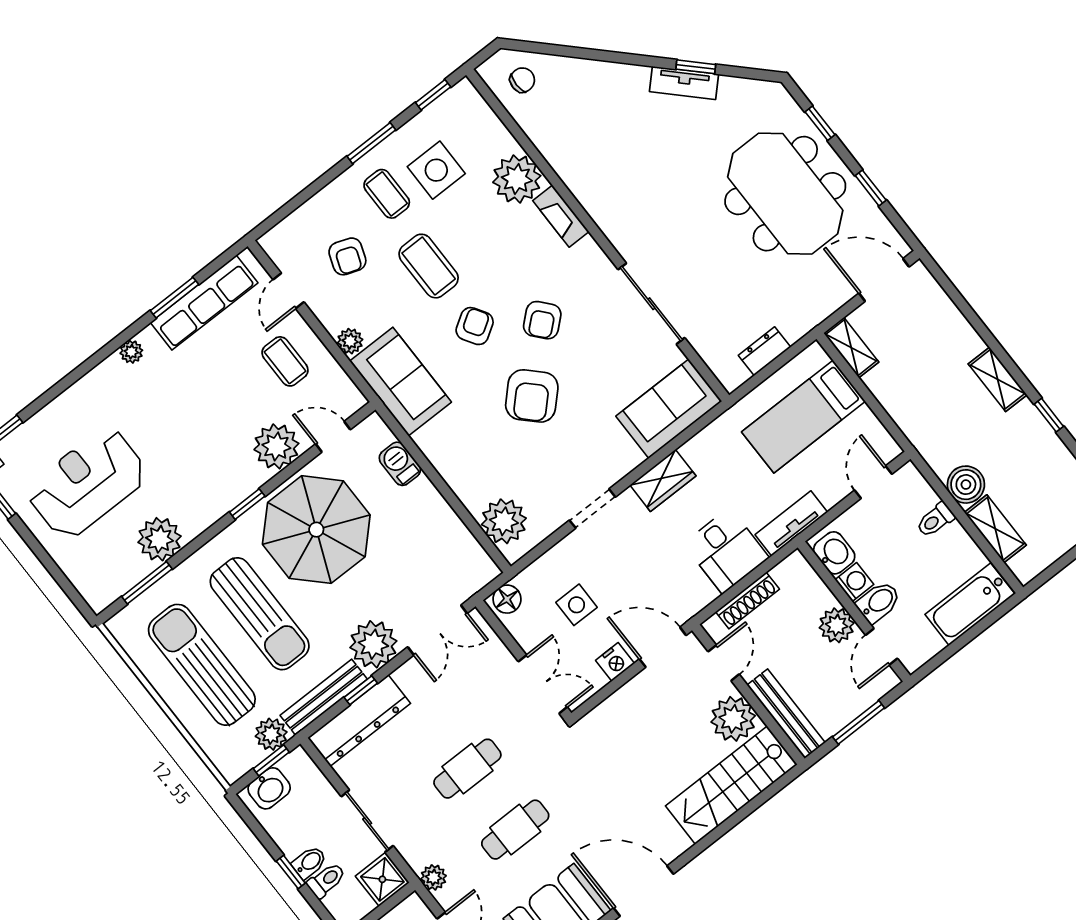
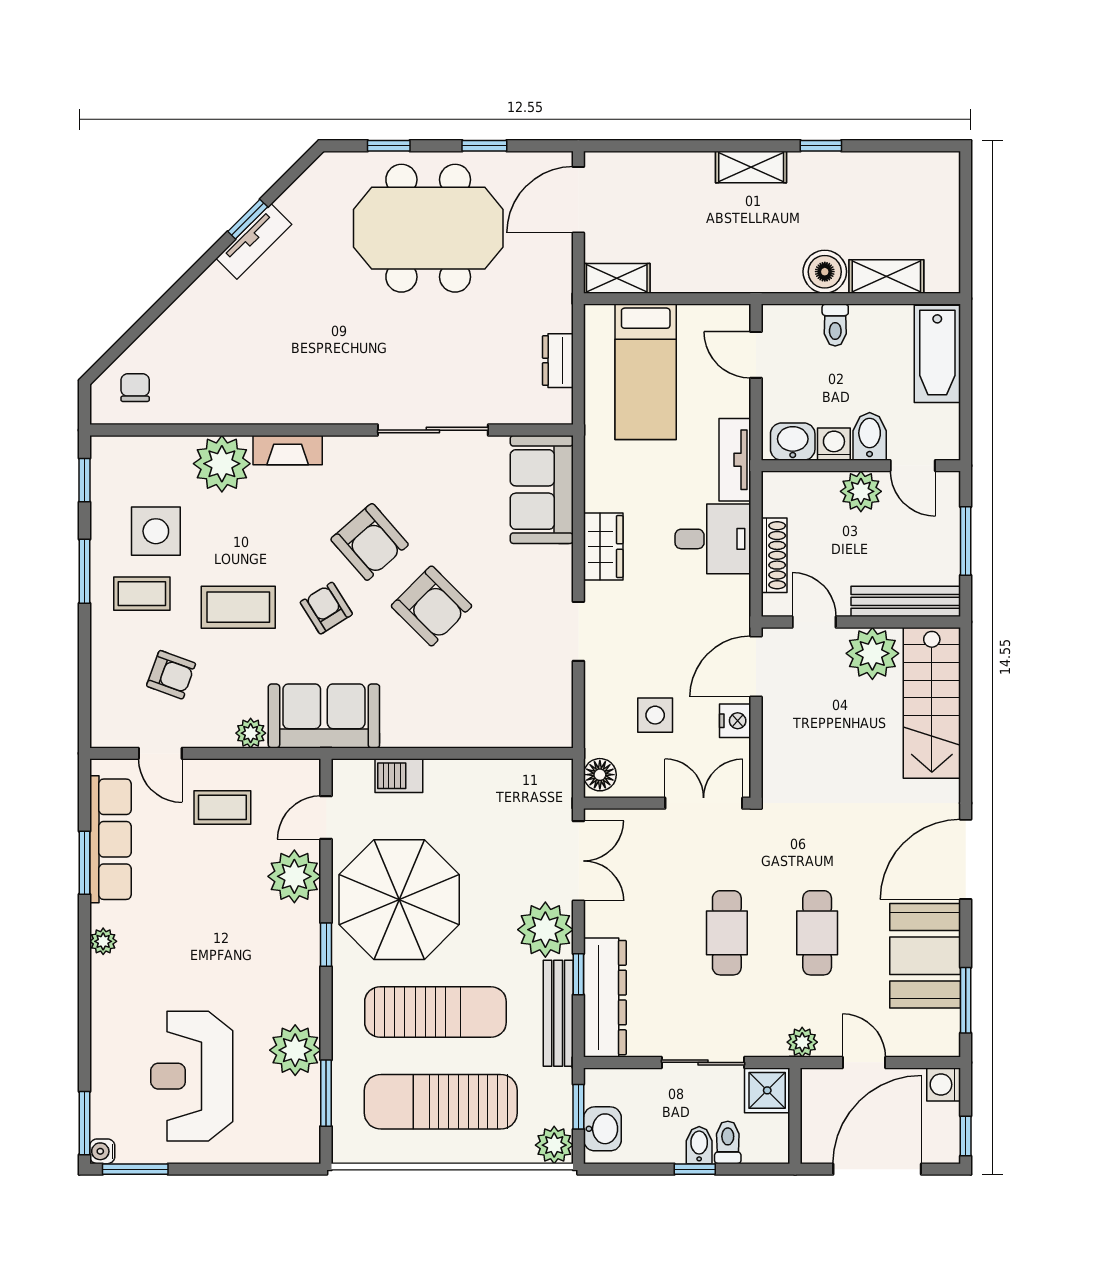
armchair: (542, 320) -> (370, 542), width x1.38, depth x1.38
plant: (504, 521) -> (526, 722), removed
plant: (271, 734) -> (554, 1145), moved

